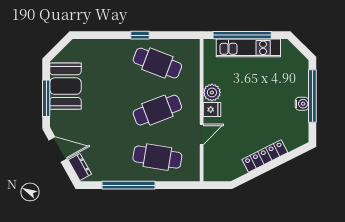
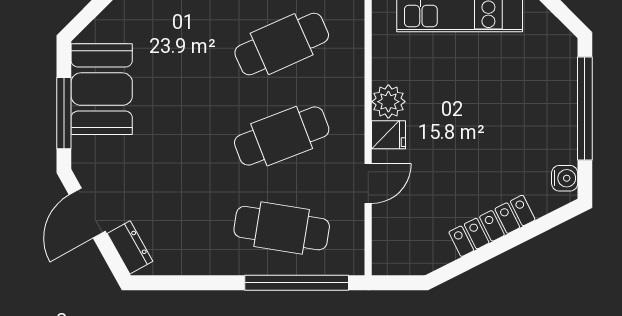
cafe table: (157, 63) -> (282, 44), turned -45
water cooler: (302, 104) -> (565, 178), moved
door: (58, 149) -> (87, 213), swing flipped
window: (129, 185) -> (297, 283), moved

